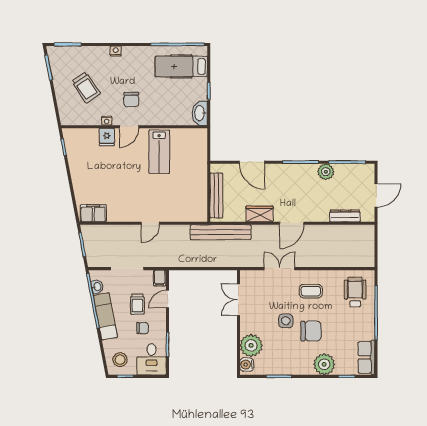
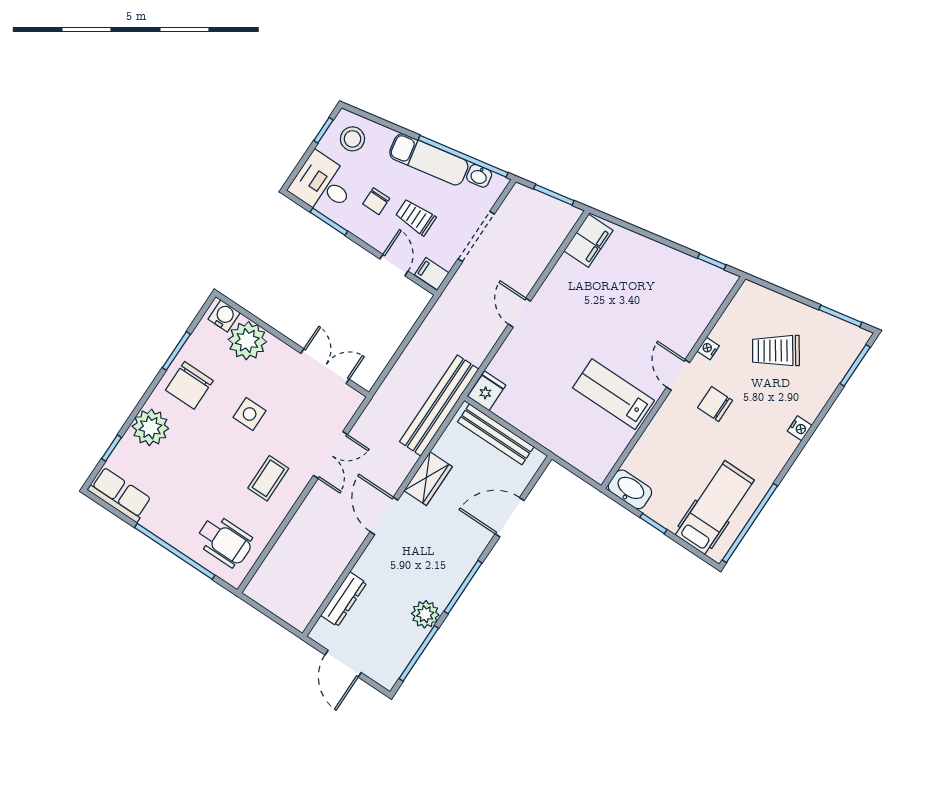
fridge: (107, 137) -> (487, 391), moved, turned 90
chair: (311, 331) -> (189, 385), moved

